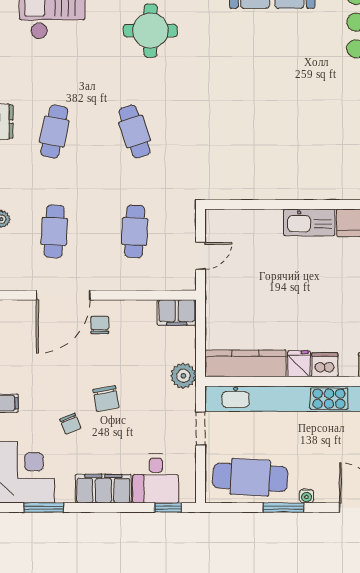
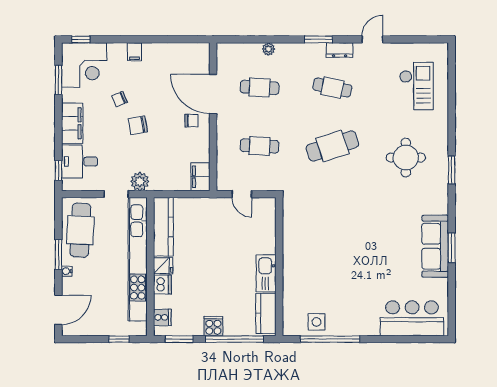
cafe table: (135, 131) -> (332, 146), width x1.37, depth x1.35
plant: (183, 376) -> (140, 182), moved

